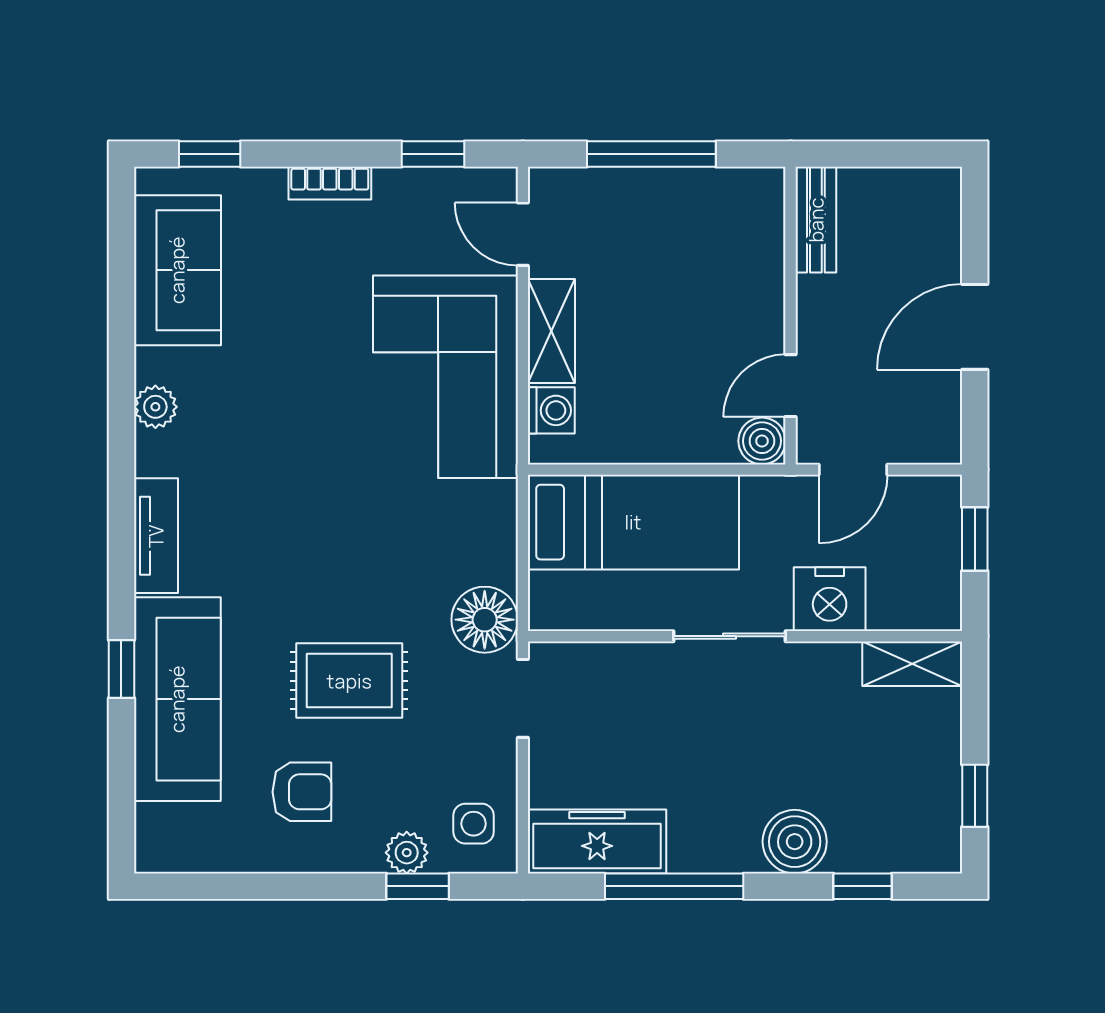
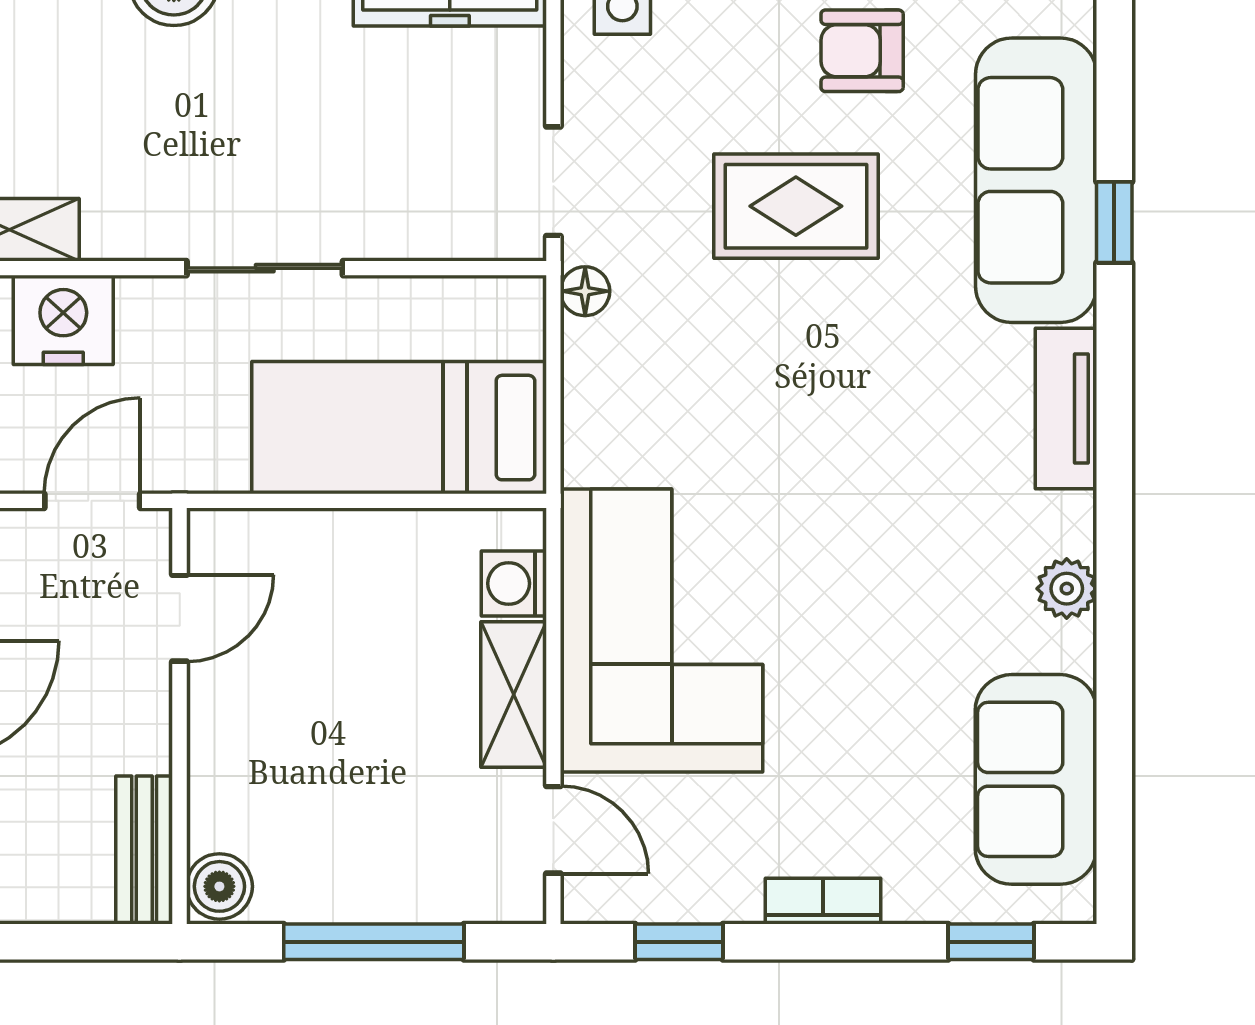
boiler: (762, 441) -> (219, 886), moved
nightstand: (830, 599) -> (63, 320), moved
floor lamp: (485, 620) -> (585, 291), width x0.53, depth x0.53

